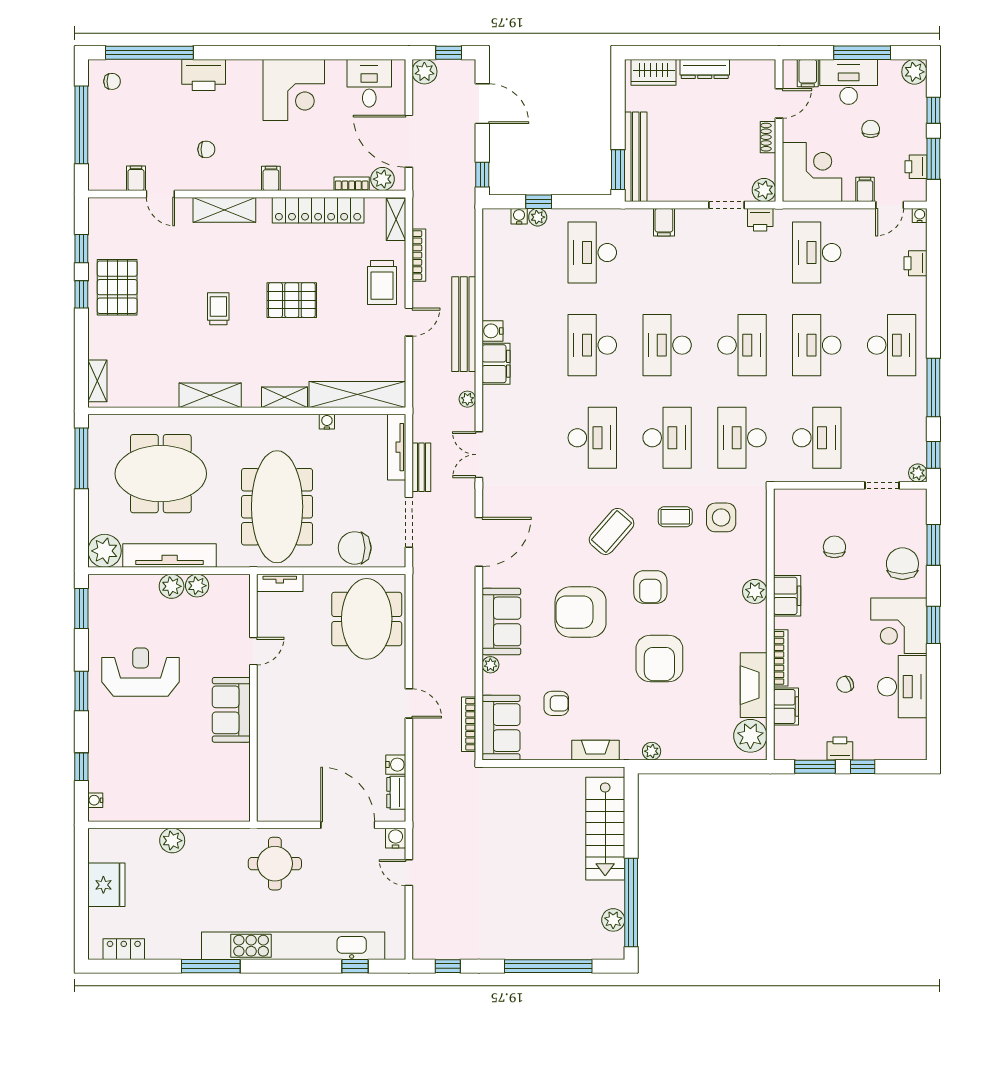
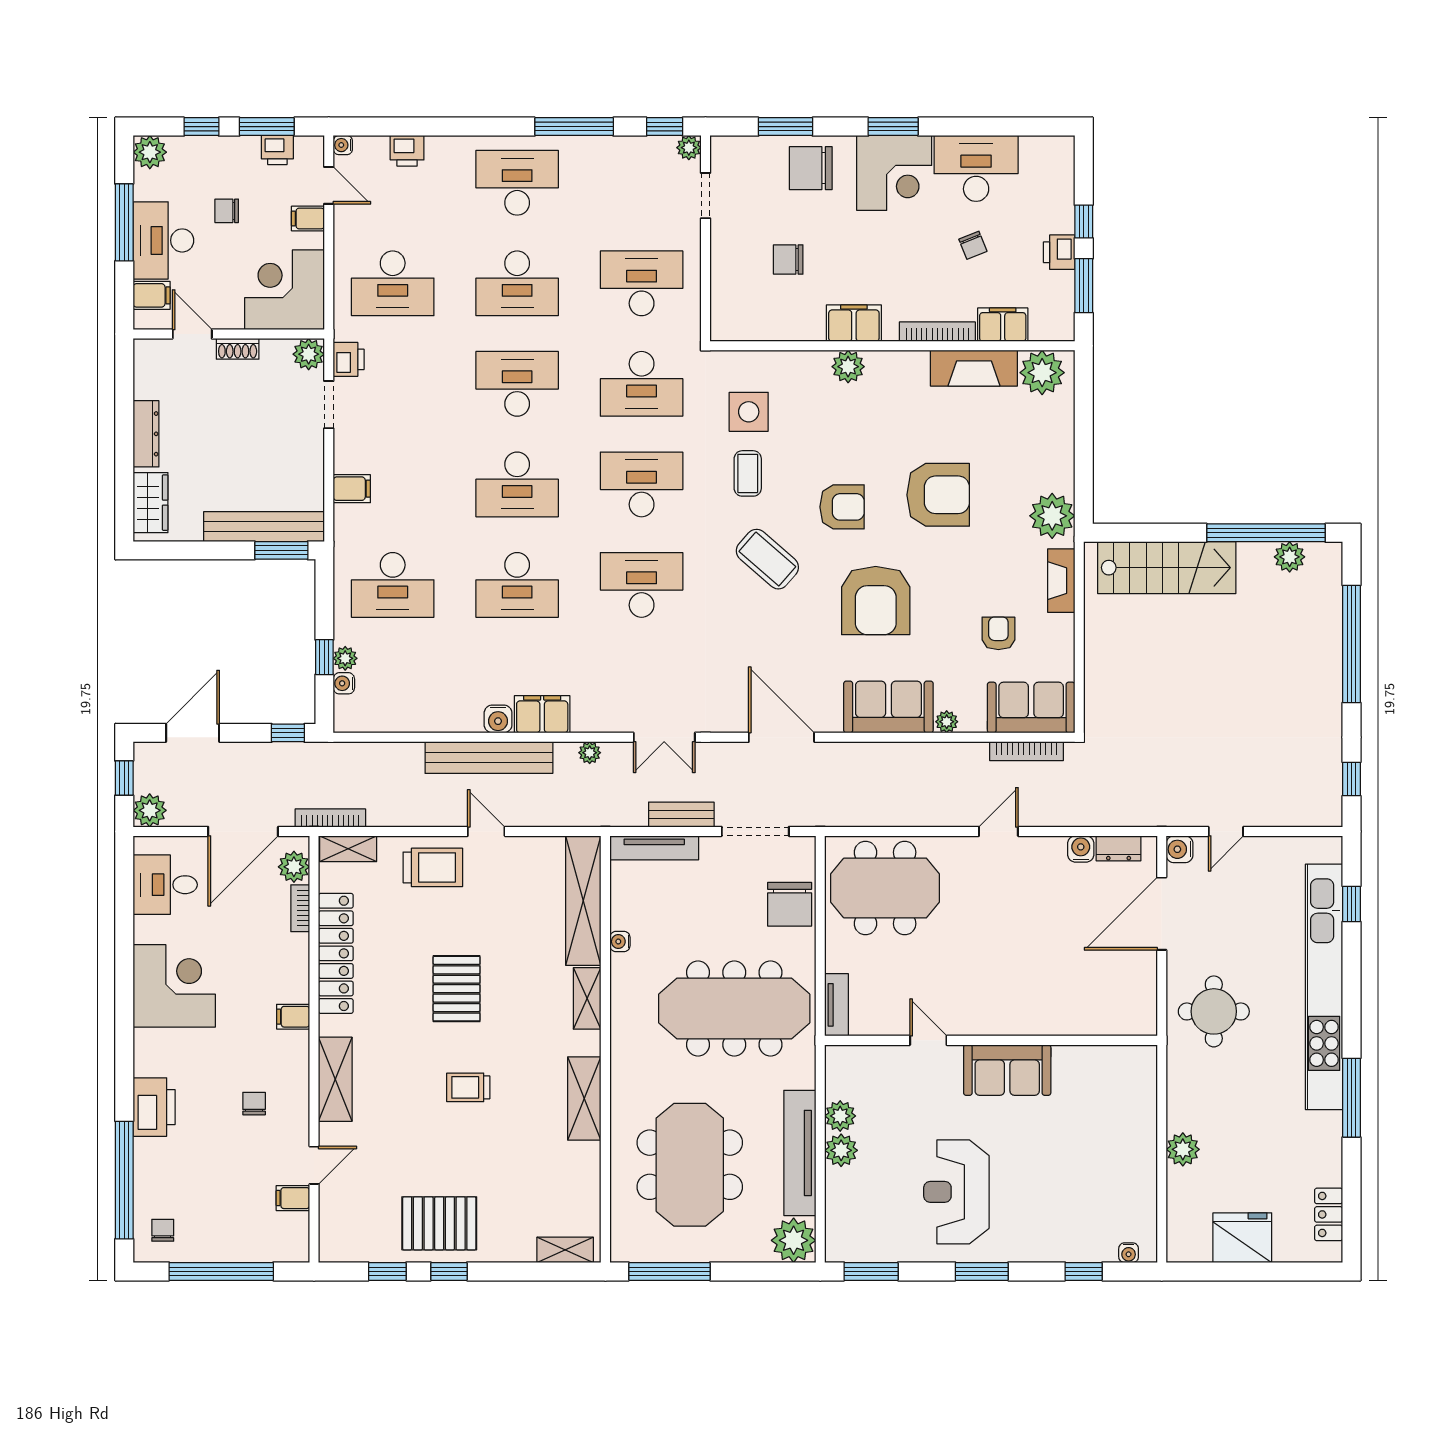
bookcase: (419, 255) -> (330, 818), moved
plant: (652, 751) -> (1052, 516), width x1.88, depth x1.88

